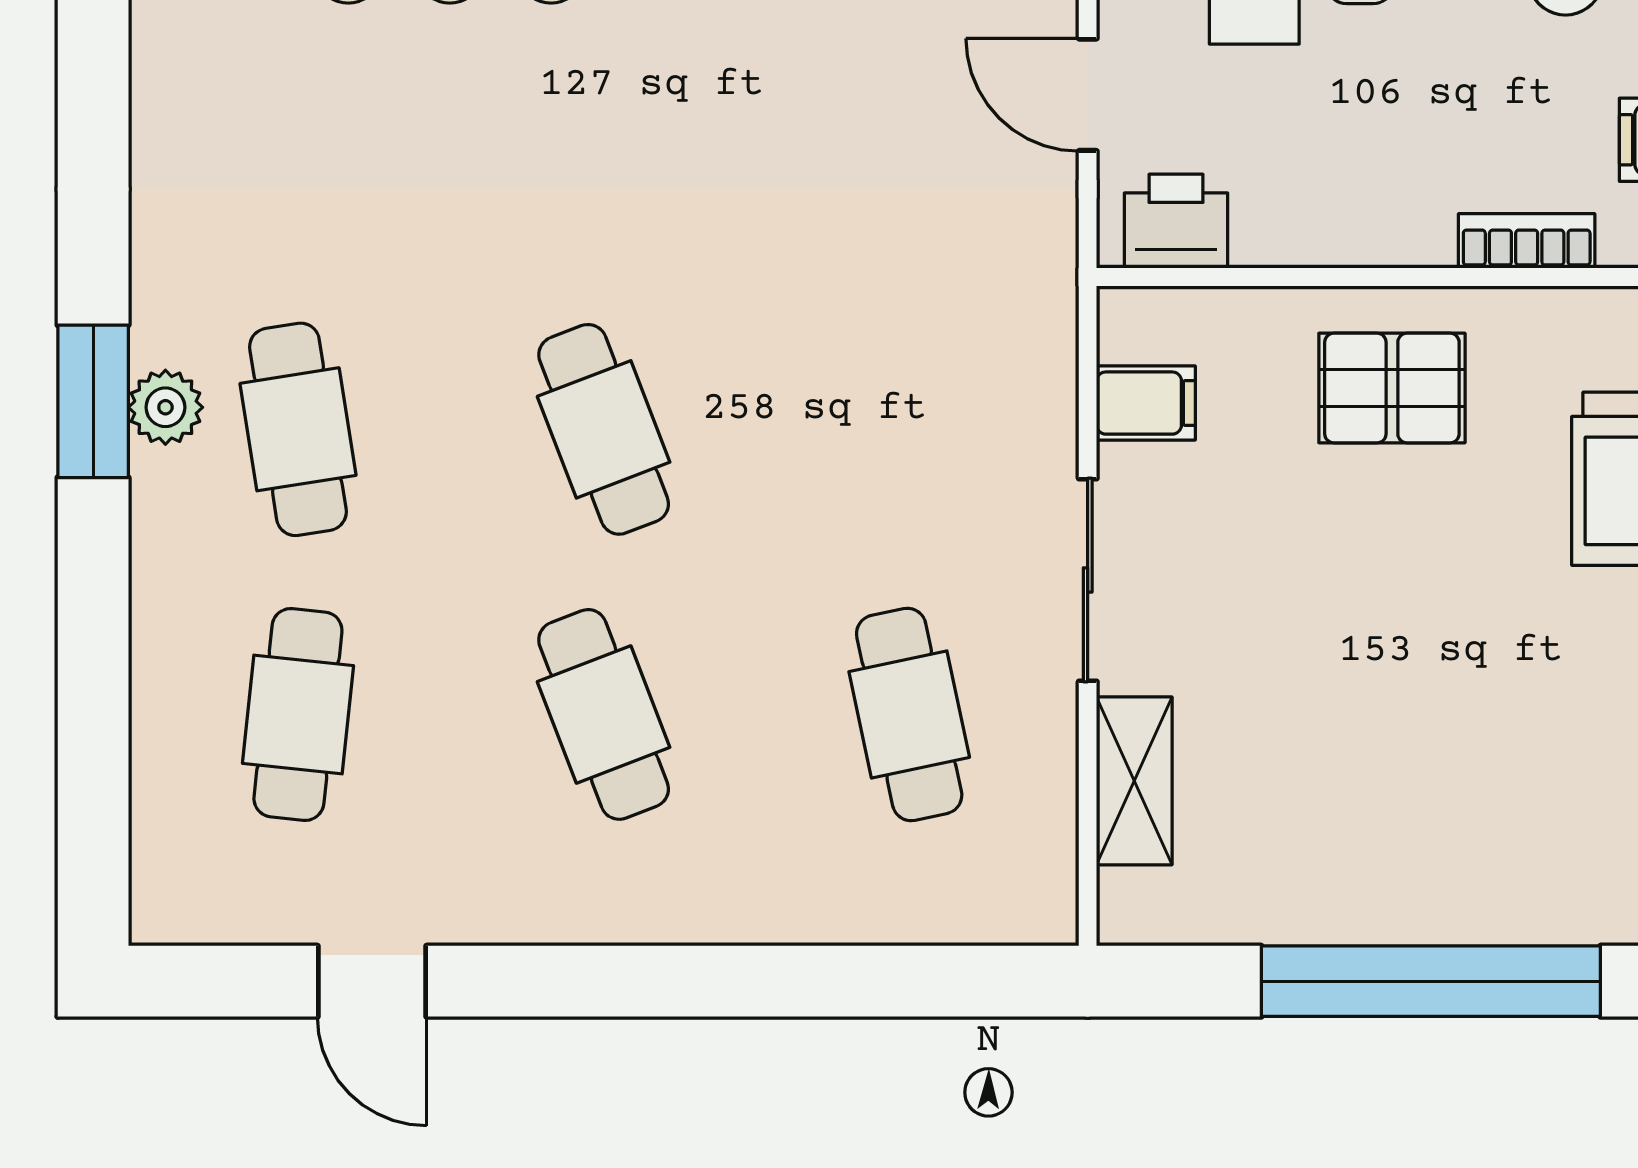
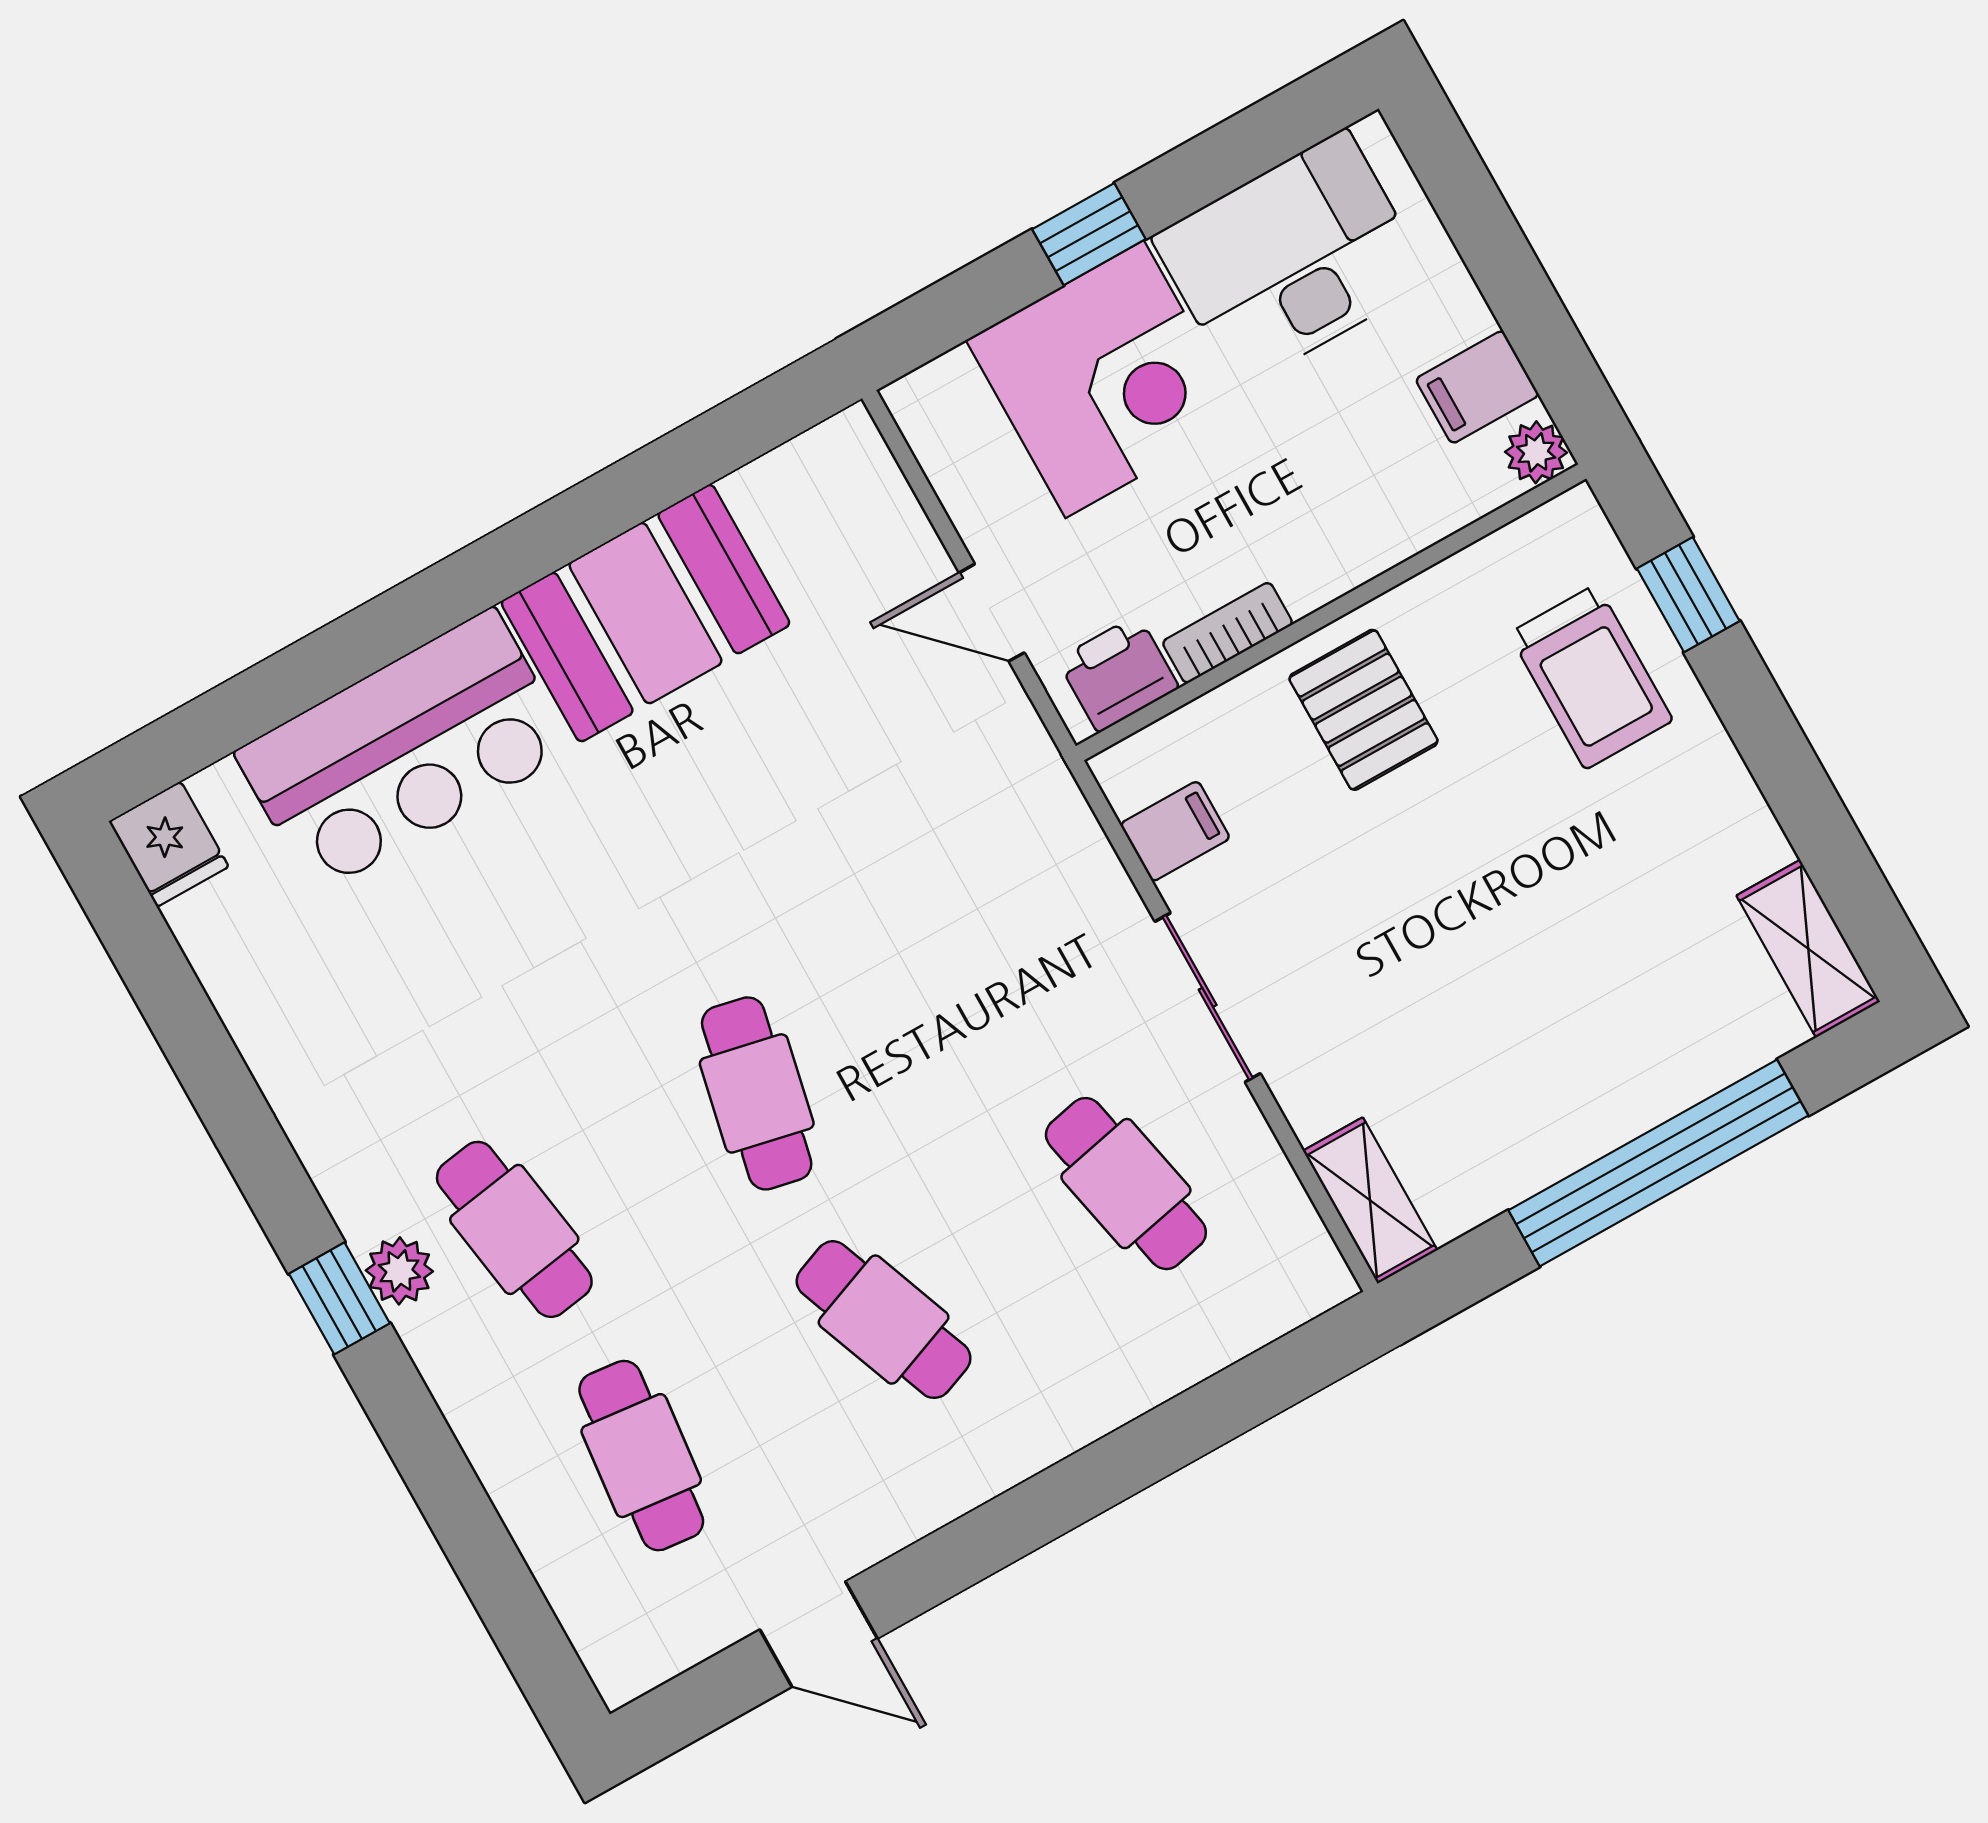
bookcase: (1527, 241) -> (1227, 633), moved
pallet: (1392, 388) -> (1364, 710), turned 90
window: (93, 401) -> (339, 1298), width x0.67
cafe table: (604, 429) -> (757, 1093), turned 33
shelving: (1134, 781) -> (1370, 1200), moved

